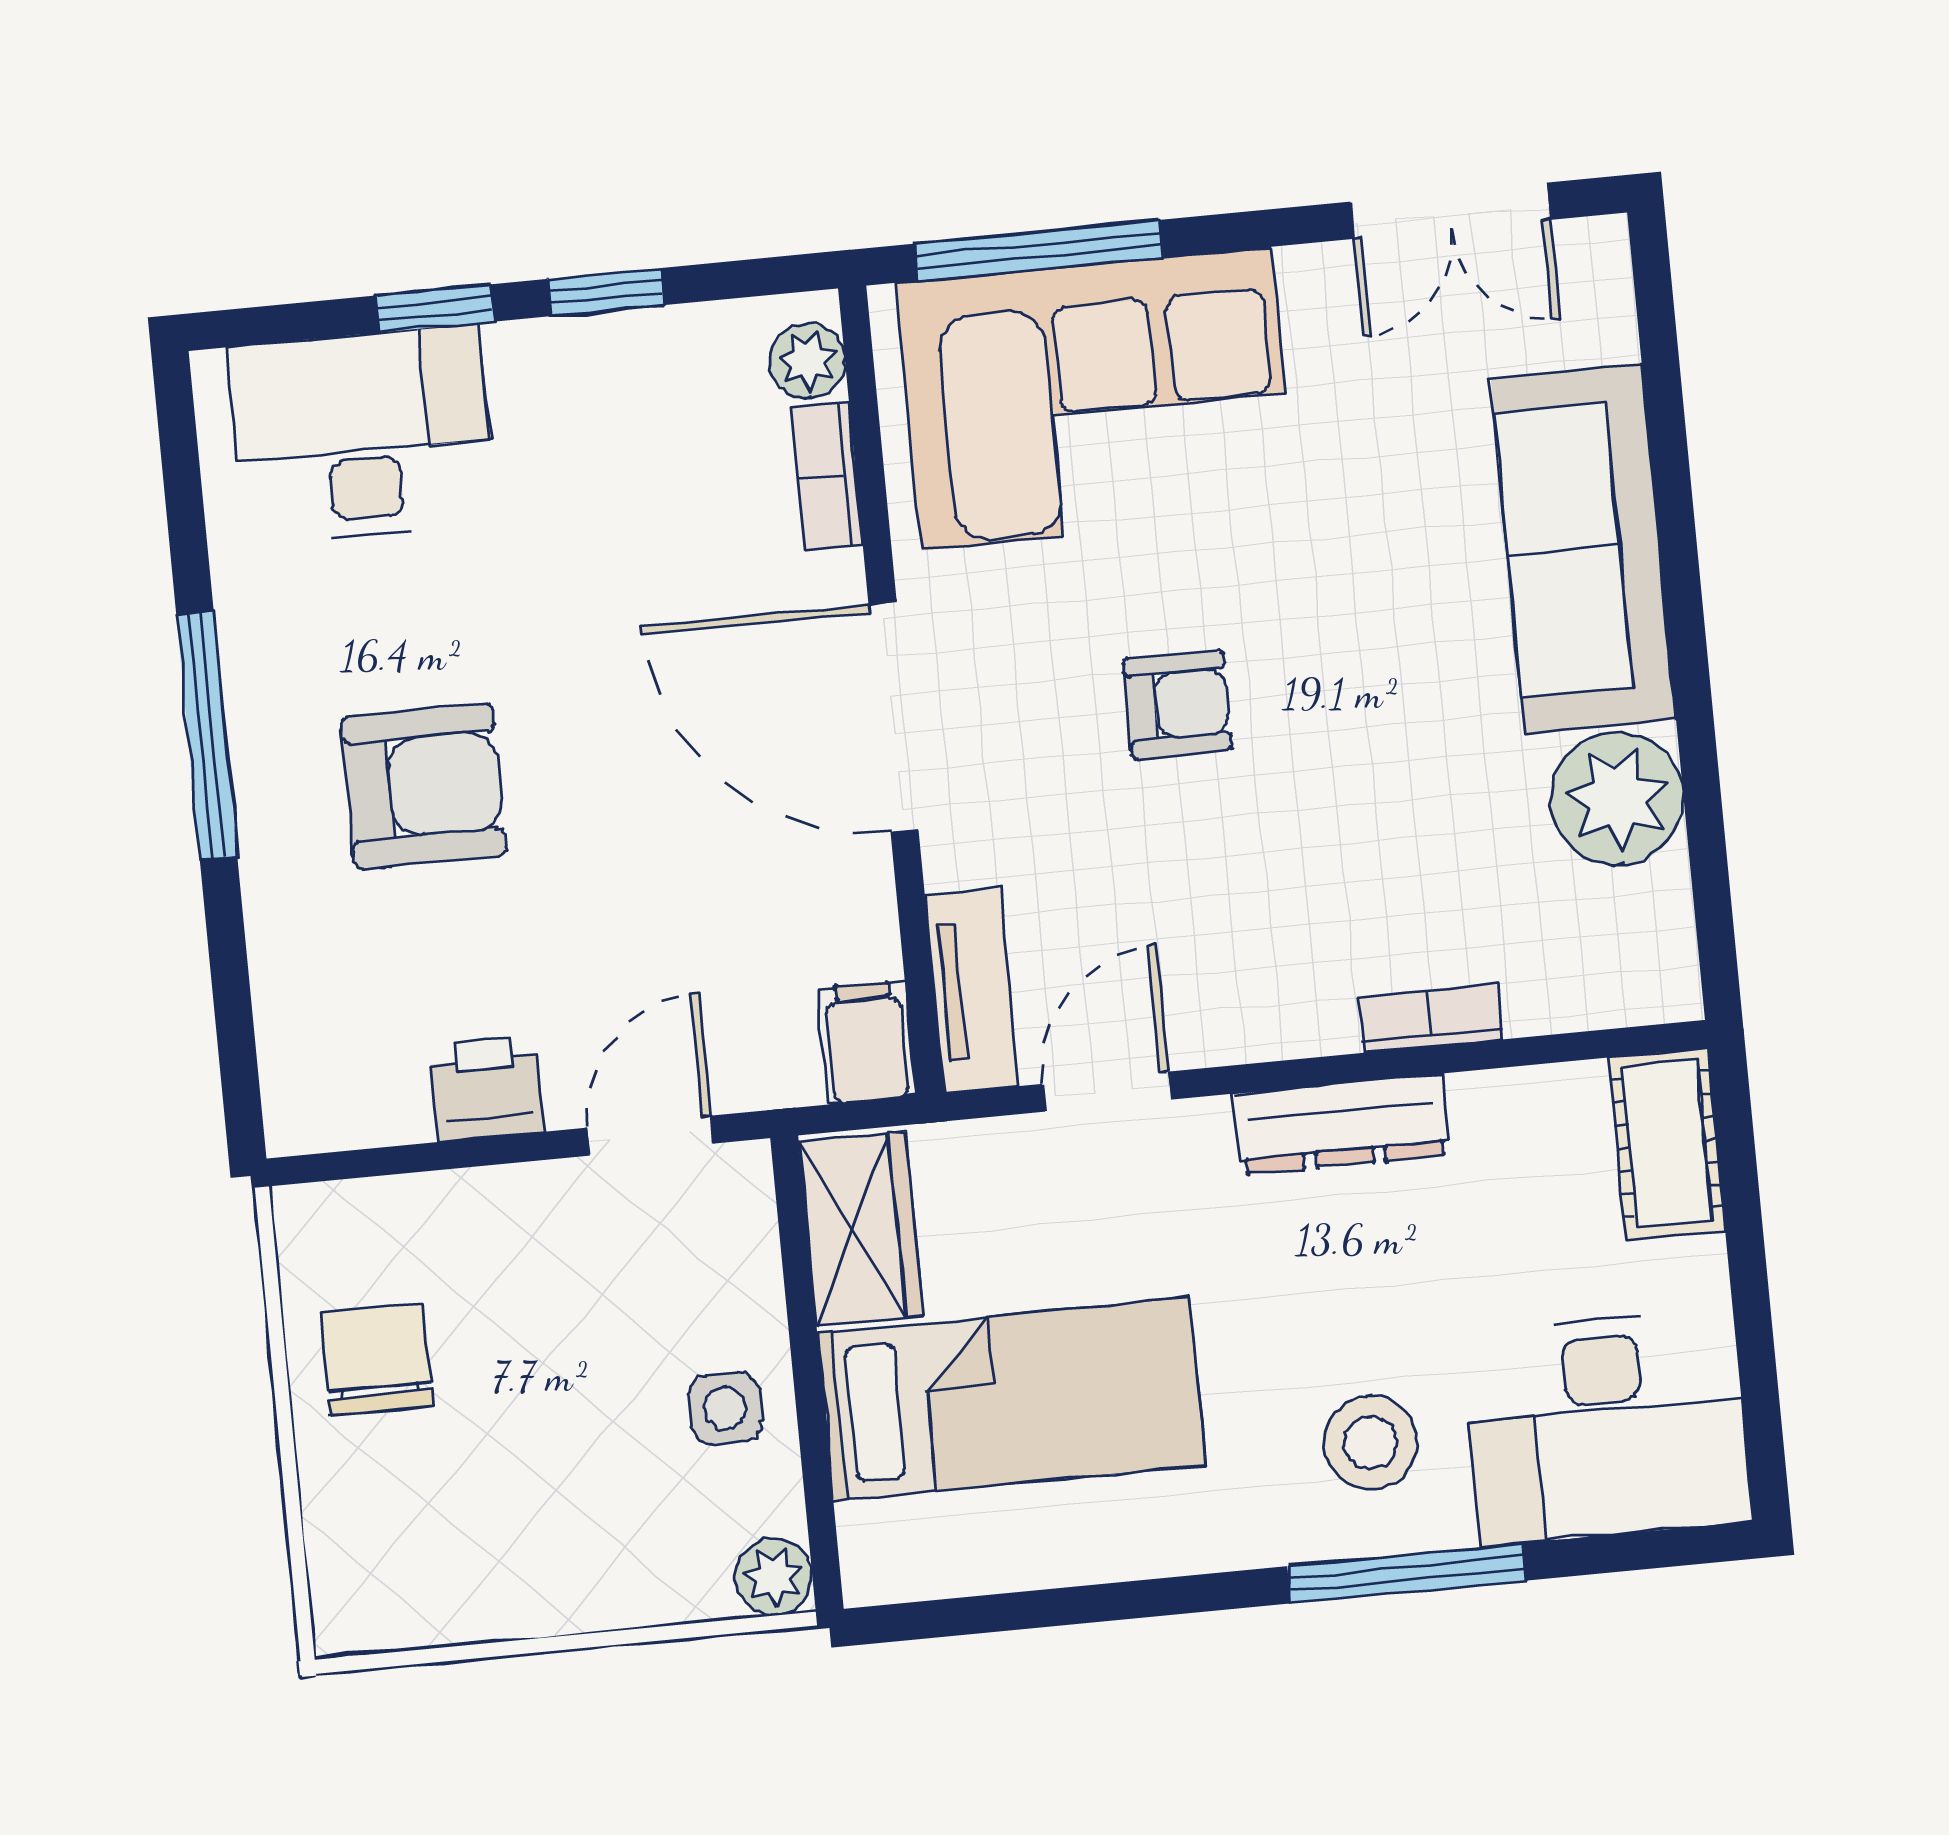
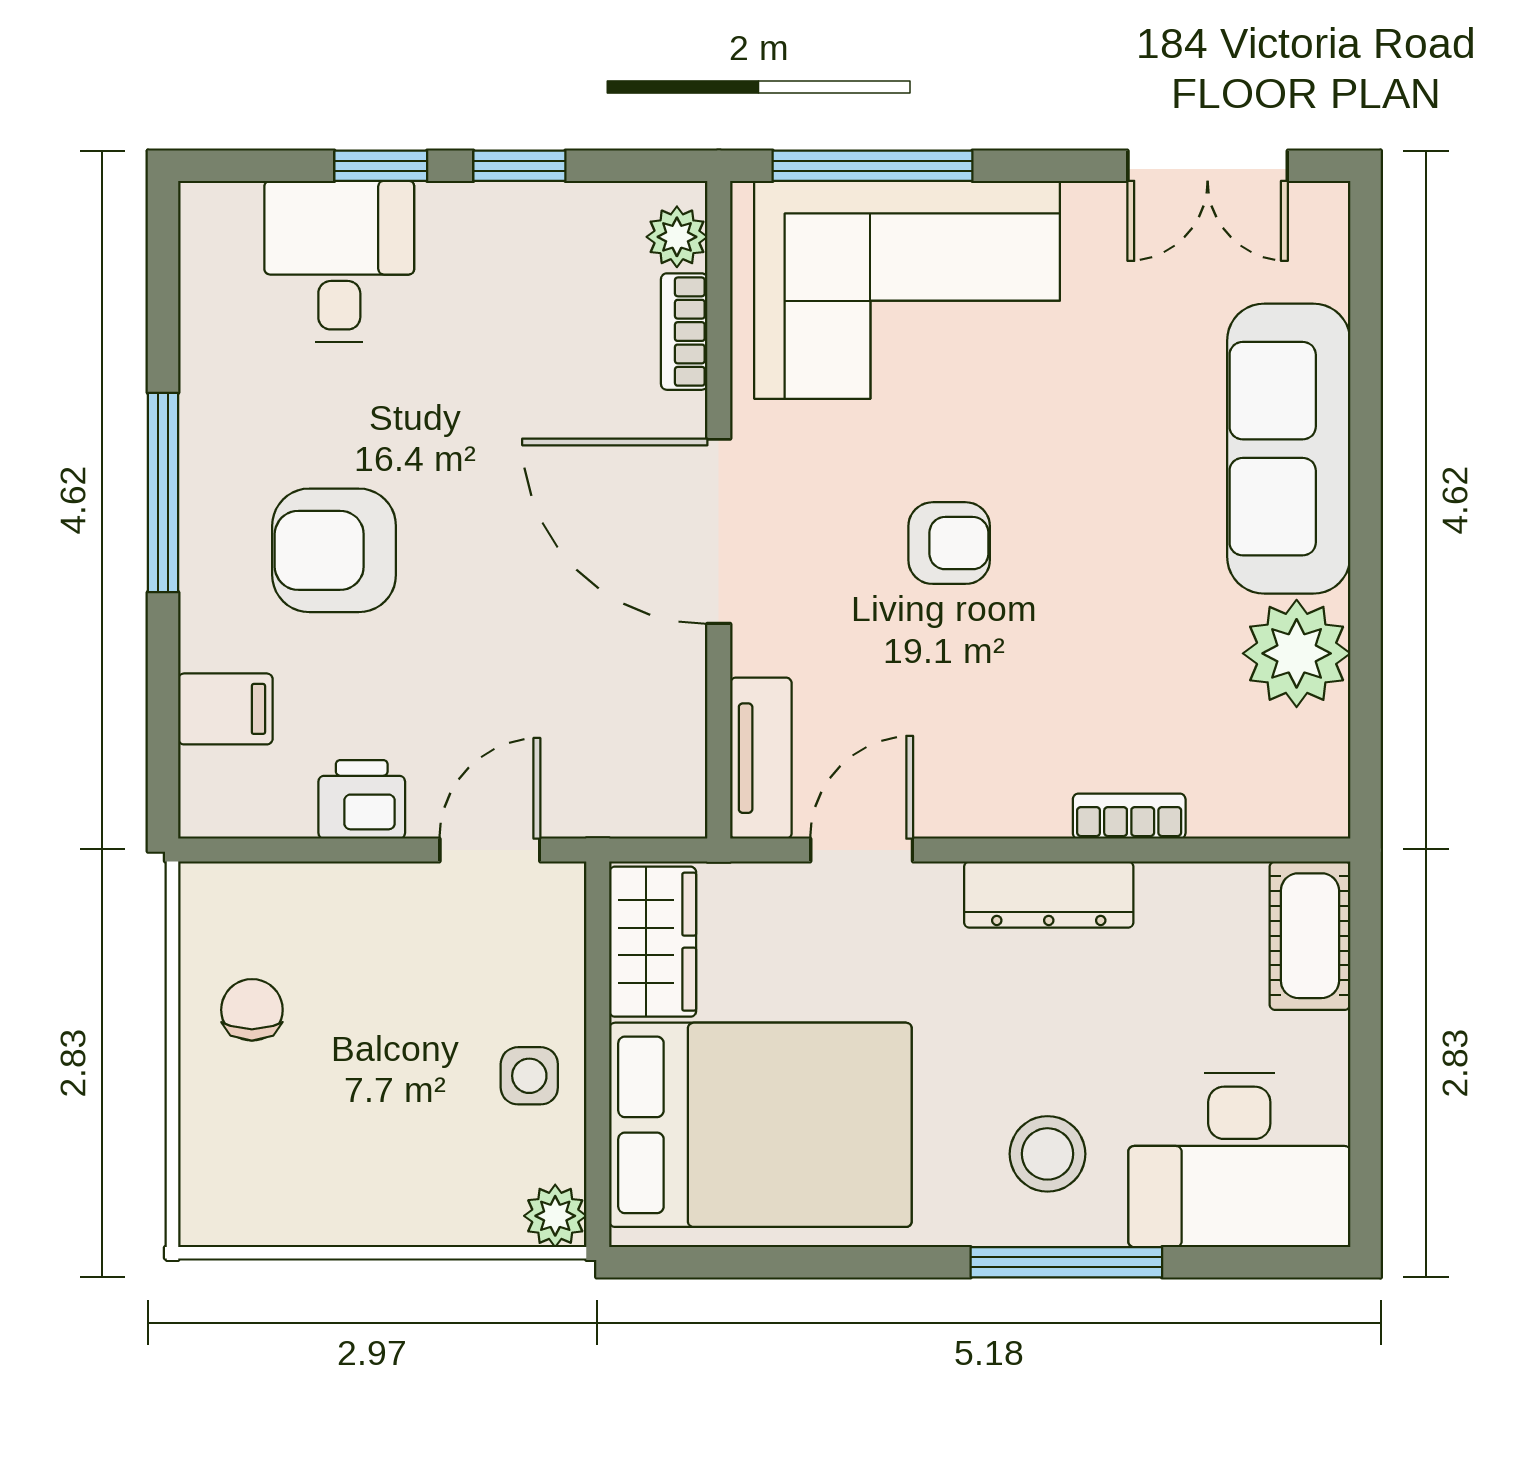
desk: (362, 434) -> (339, 262), width x0.73
armchair: (424, 786) -> (334, 550), turned 180
filing cabinet: (867, 1042) -> (225, 709), moved, turned 90
chair: (377, 1360) -> (252, 1010), width x0.73, depth x0.73
bed: (1011, 1399) -> (760, 1125), width x1.50

